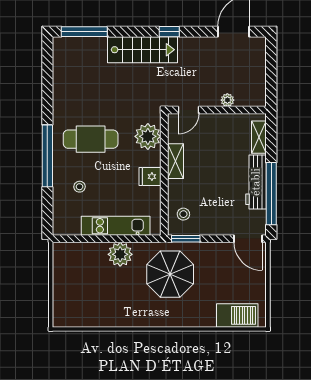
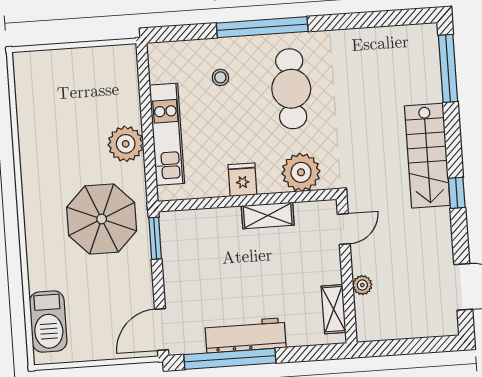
door: (188, 110) -> (344, 229), swing flipped
shelving: (259, 137) -> (334, 309), moved, turned 90
stool: (183, 214) -> (191, 232), removed

